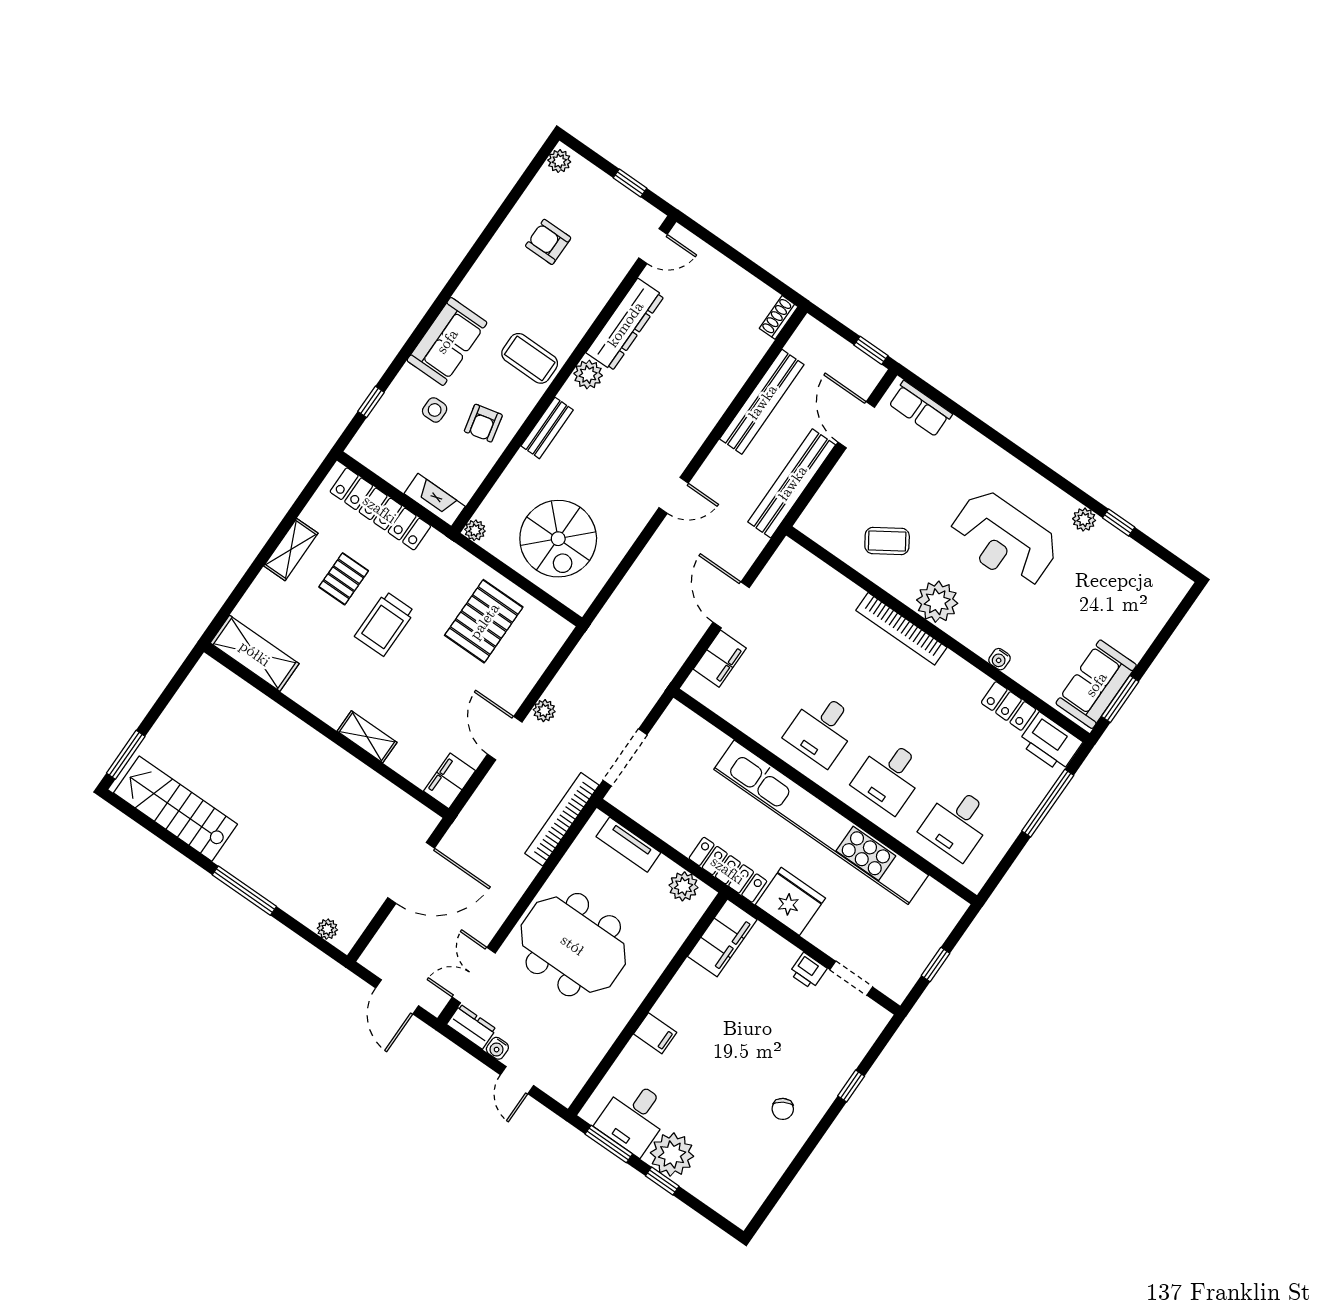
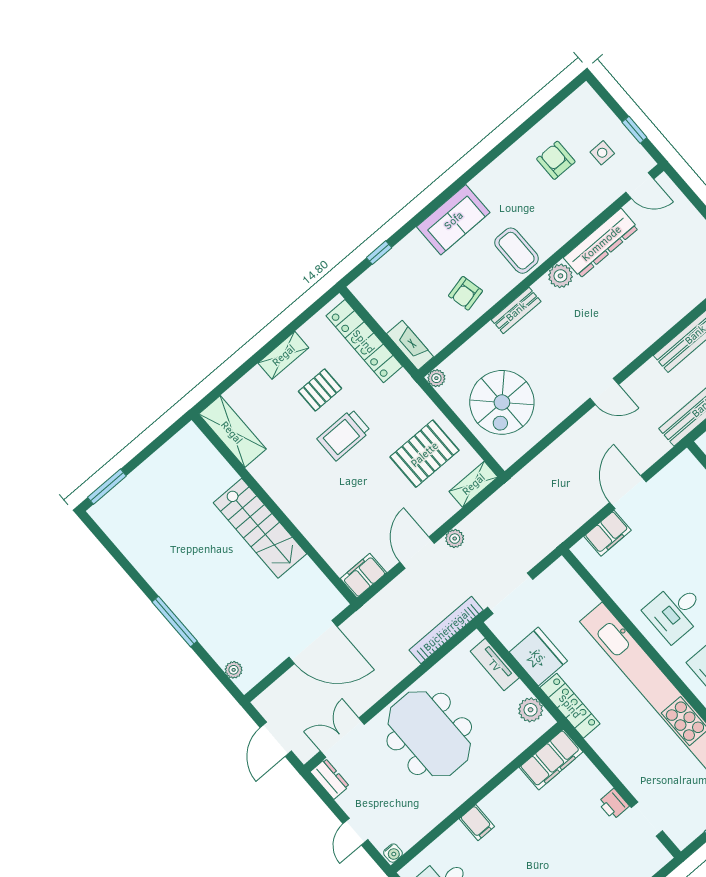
plant: (559, 161) -> (582, 97), removed
side table: (435, 410) -> (602, 153), moved
shelving: (367, 737) -> (473, 484), moved, turned 90
stairs: (175, 809) -> (260, 528), moved, turned 180
fridge: (790, 901) -> (538, 656), moved
water cooler: (497, 1048) -> (393, 853), moved, turned -90

